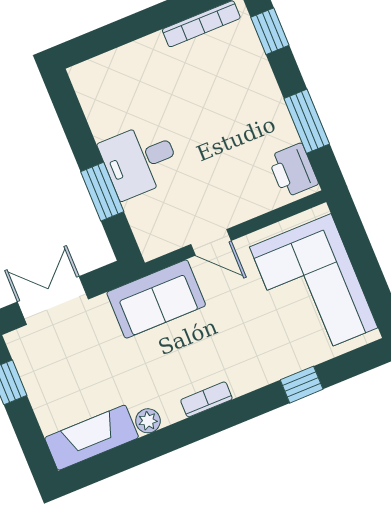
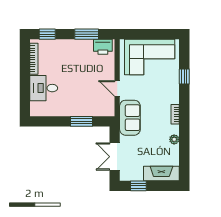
desk: (140, 160) -> (44, 88), moved, turned 90
door: (211, 242) -> (117, 89), swing flipped
fireplace: (92, 438) -> (161, 174), moved, turned 90

